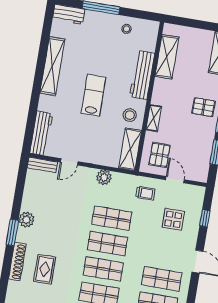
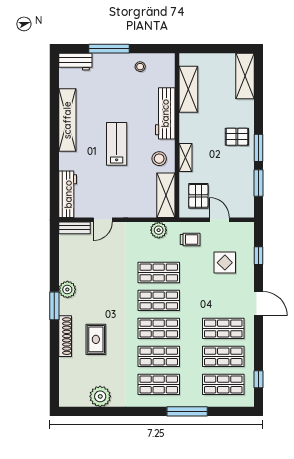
plant: (104, 177) -> (159, 230), moved

